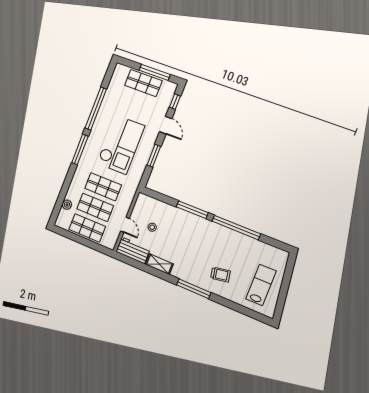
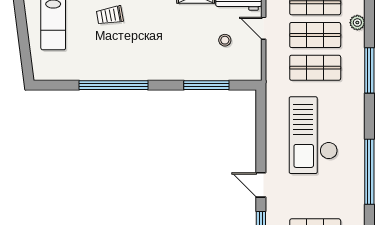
window: (80, 149) -> (369, 70), moved
window: (154, 156) -> (261, 137), removed
window: (192, 210) -> (206, 85), moved

